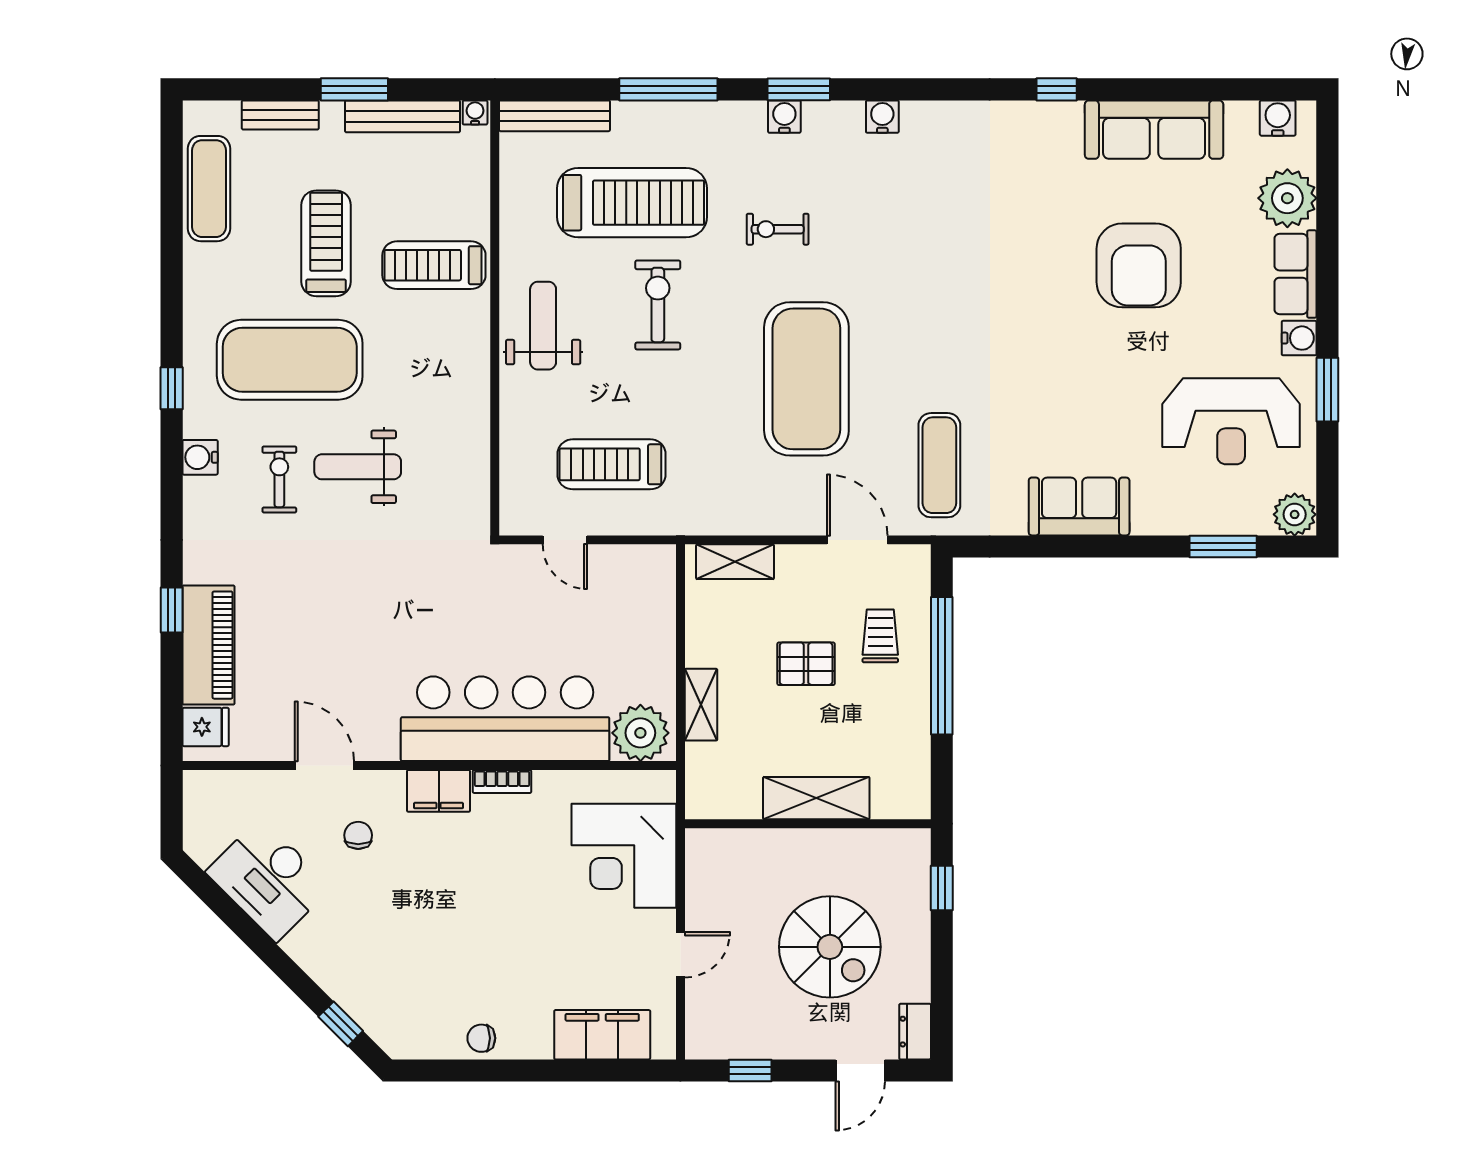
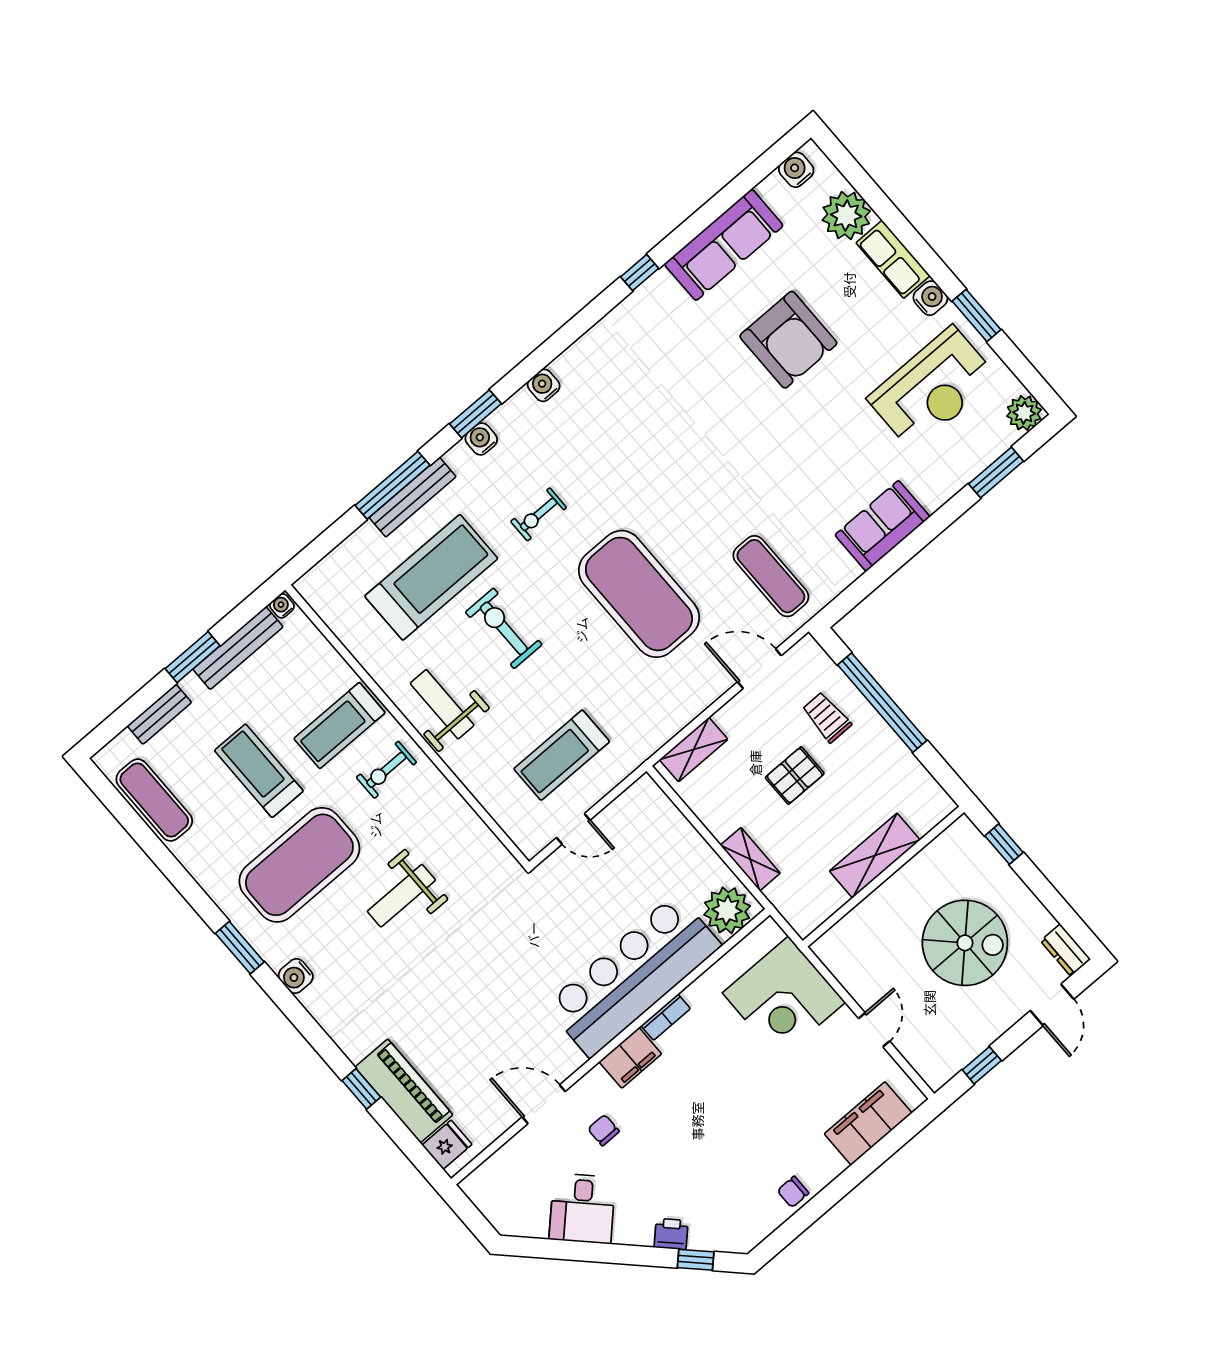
bench: (555, 116) -> (413, 497), moved
window: (172, 388) -> (240, 948), width x1.50
exercise bike: (279, 479) -> (386, 770), moved, turned -90
desk: (268, 880) -> (582, 1208), width x0.73
printer: (339, 981) -> (671, 1234), added

